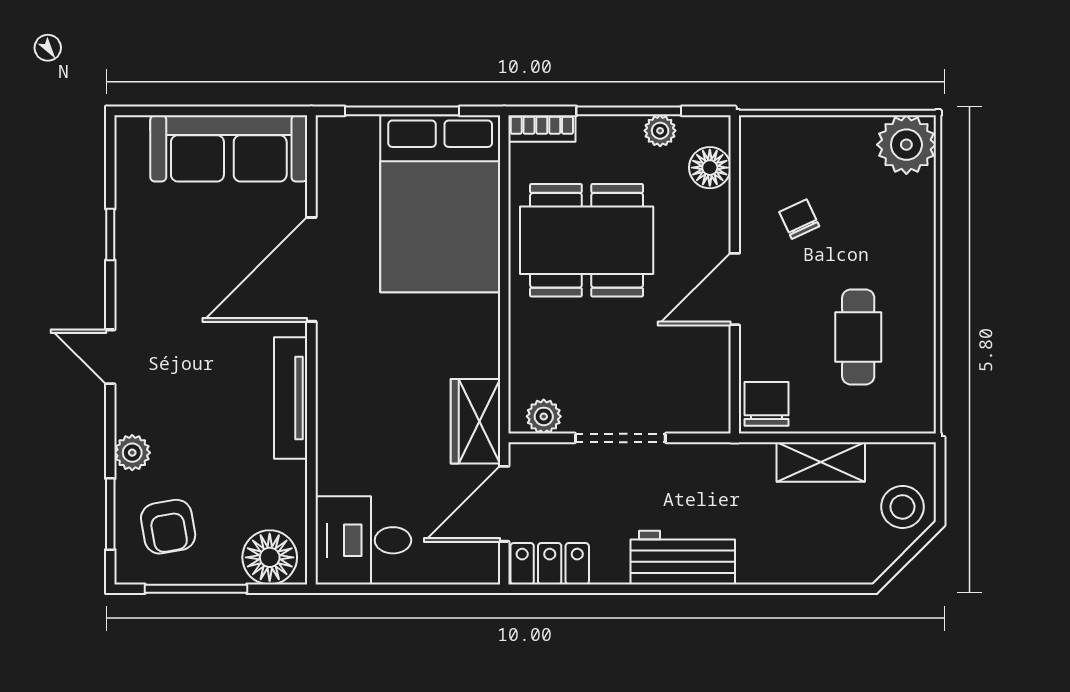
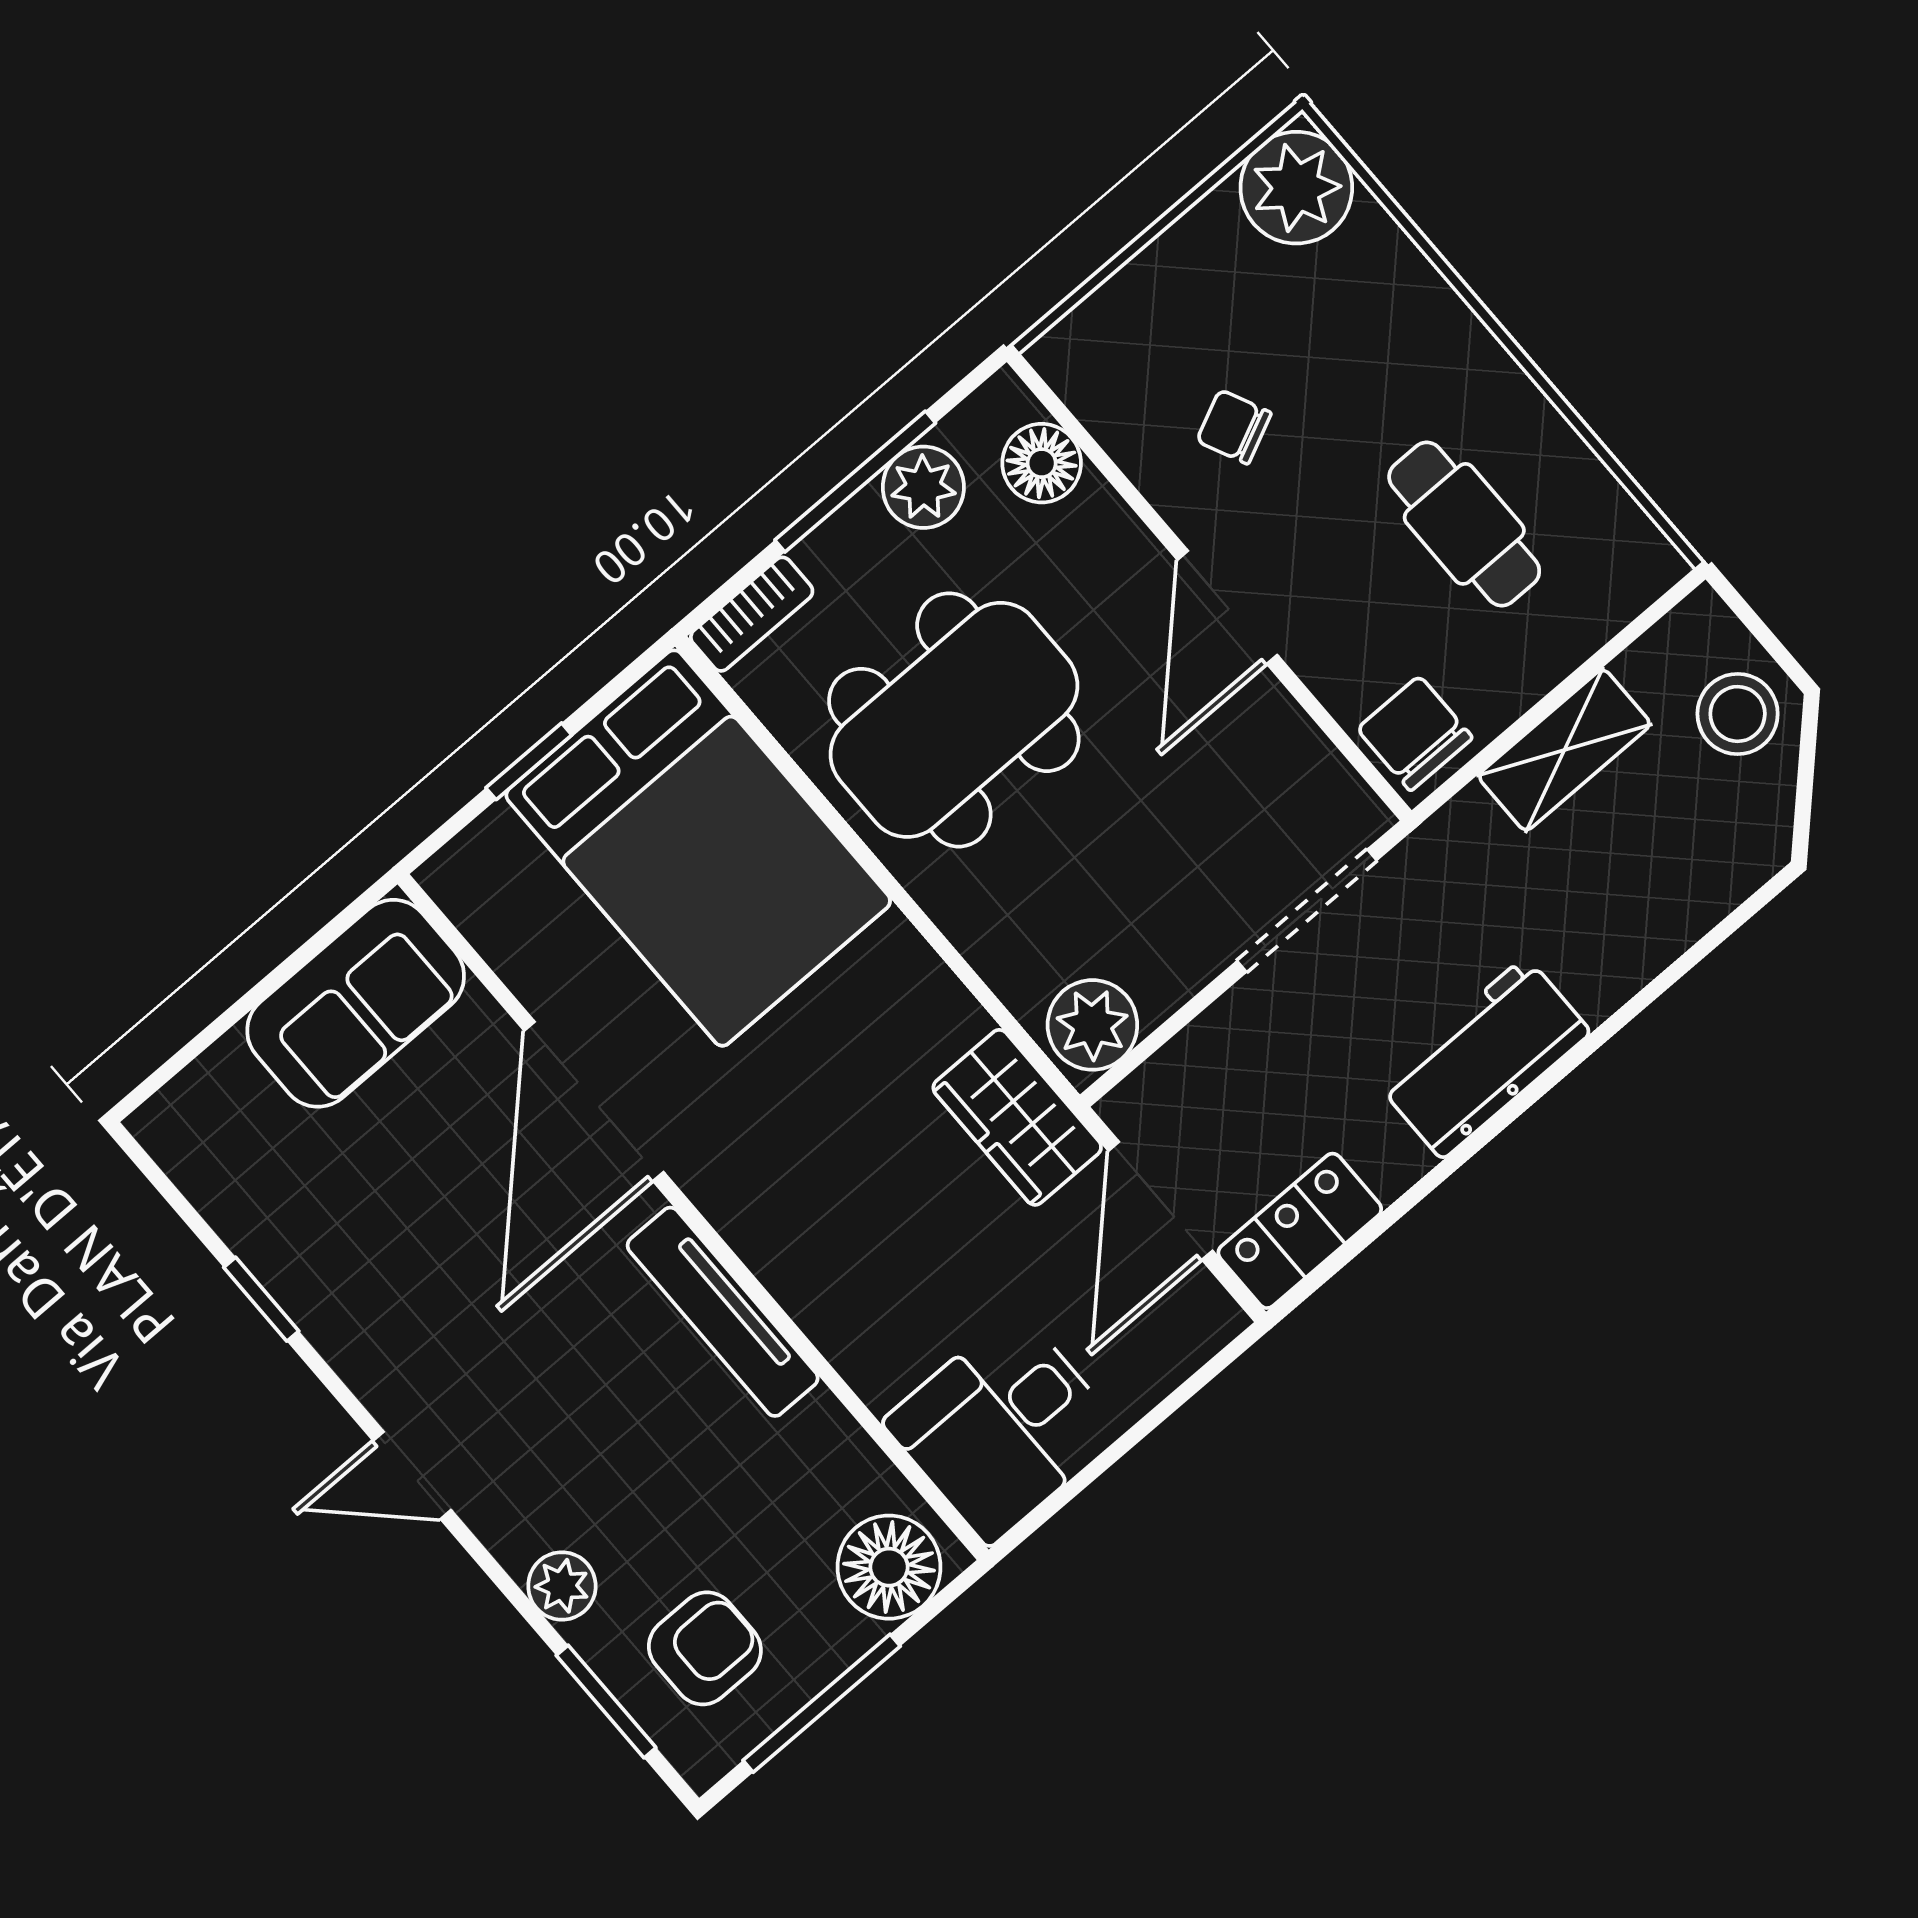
window: (402, 111) -> (529, 761), width x0.46
plant: (660, 131) -> (923, 487), width x1.38, depth x1.38
sofa: (229, 148) -> (356, 1003), width x0.73
plant: (544, 416) -> (1092, 1025), width x1.38, depth x1.38
doorway: (620, 438) -> (1307, 911), moved
armchair: (168, 527) -> (705, 1648), turned -80

